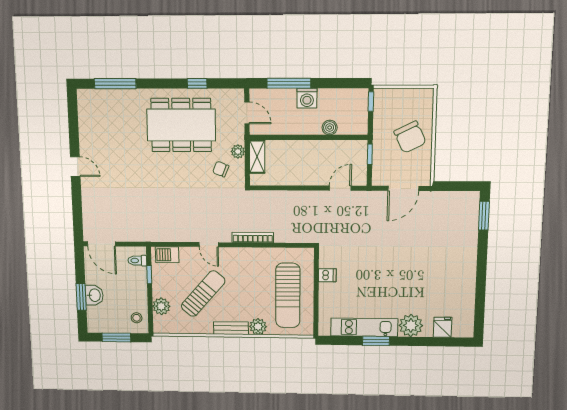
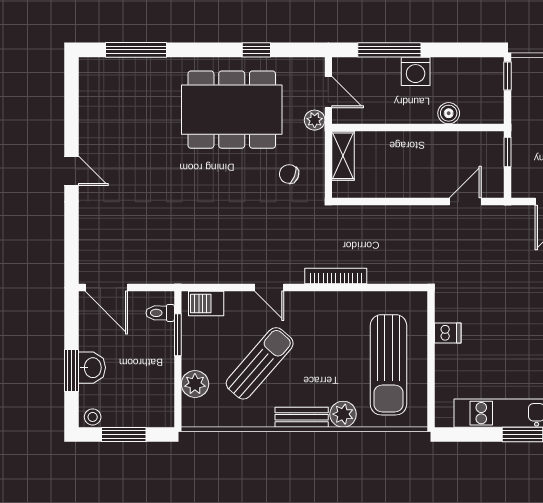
plant: (238, 151) -> (315, 120), moved
window: (149, 275) -> (178, 335), width x1.50
stool: (137, 318) -> (93, 417), moved

